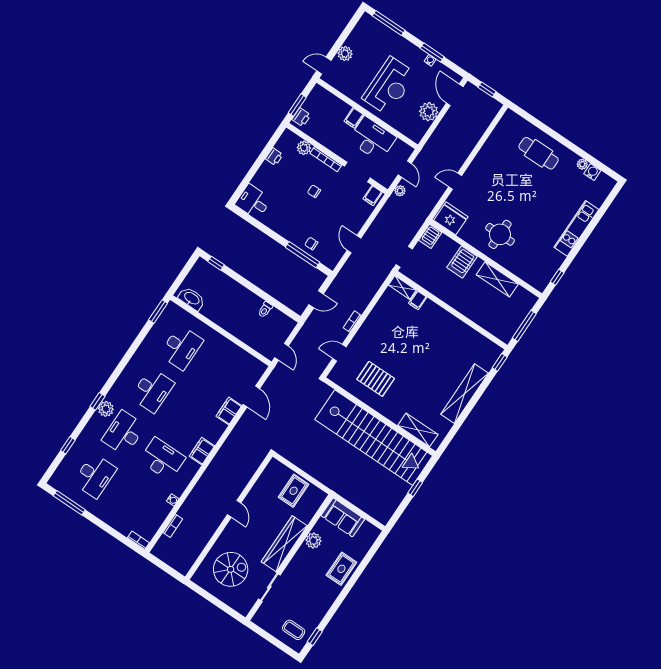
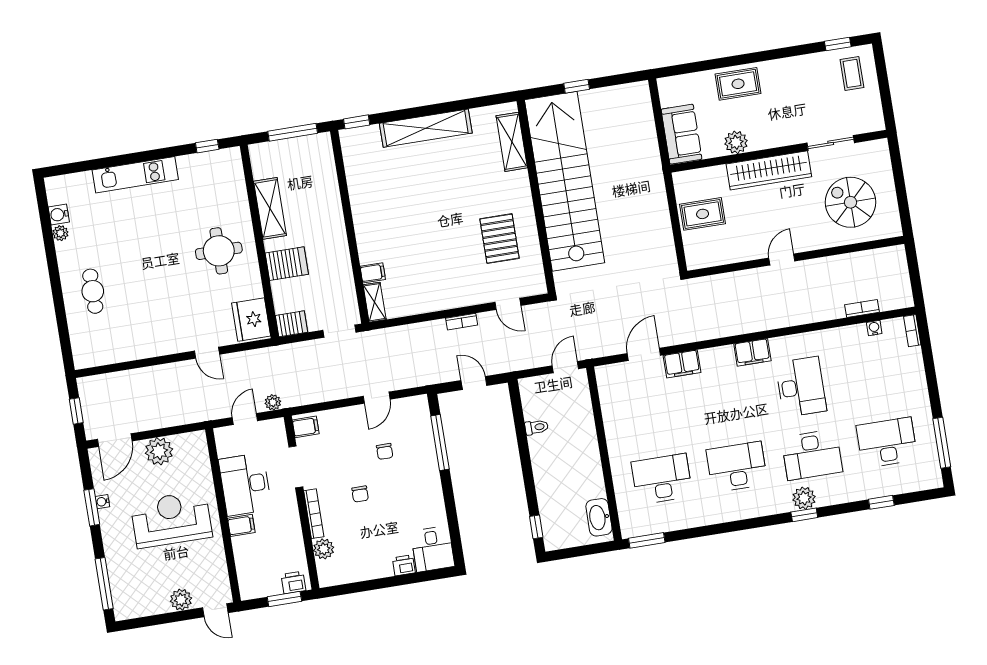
cafe table: (539, 153) -> (93, 291), width x0.73, depth x0.74
printer: (274, 157) -> (404, 565), moved
chair: (311, 244) -> (385, 451), moved
desk: (162, 459) -> (801, 387), turned 180
water cooler: (173, 500) -> (874, 328), moved

